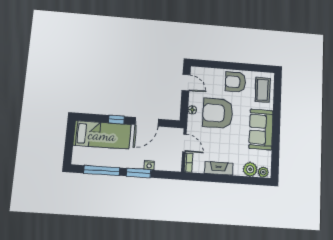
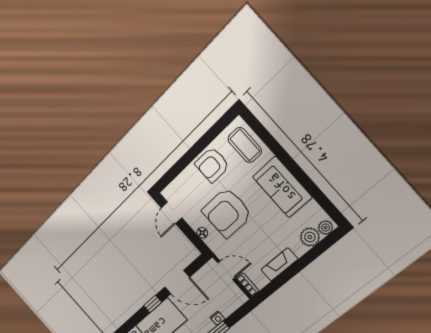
door: (186, 83) -> (172, 213), swing flipped
door: (147, 122) -> (177, 282), hinge flipped

